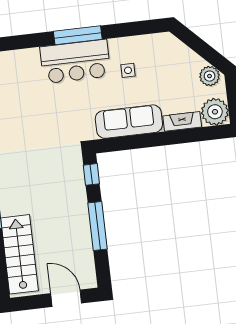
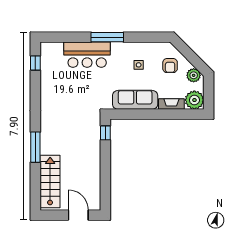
bar counter: (75, 61) -> (87, 55), moved
armchair: (174, 66) -> (170, 66), added
window: (97, 226) -> (105, 168), removed

